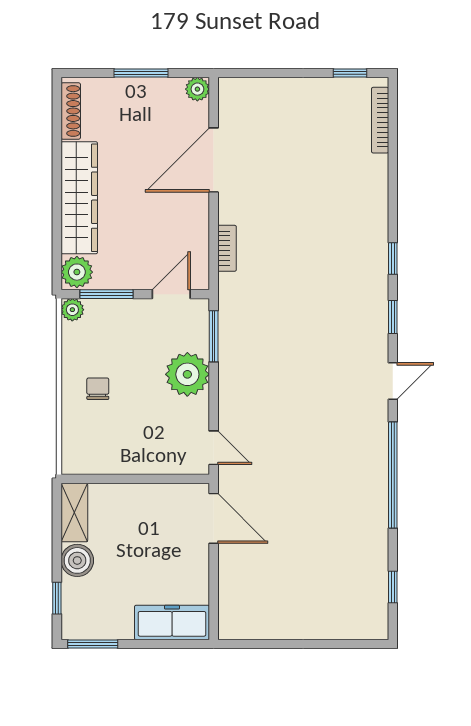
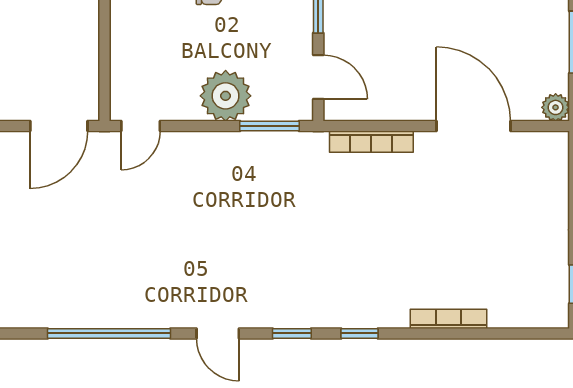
bookcase: (380, 120) -> (448, 319), moved
bookcase: (227, 248) -> (371, 142), width x1.56

